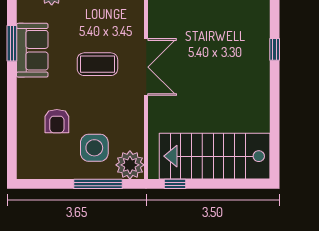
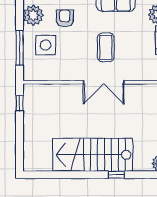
armchair: (57, 121) -> (65, 18), turned 90
stairs: (215, 156) -> (93, 155), moved, turned -90
plant: (130, 165) -> (33, 15), moved

